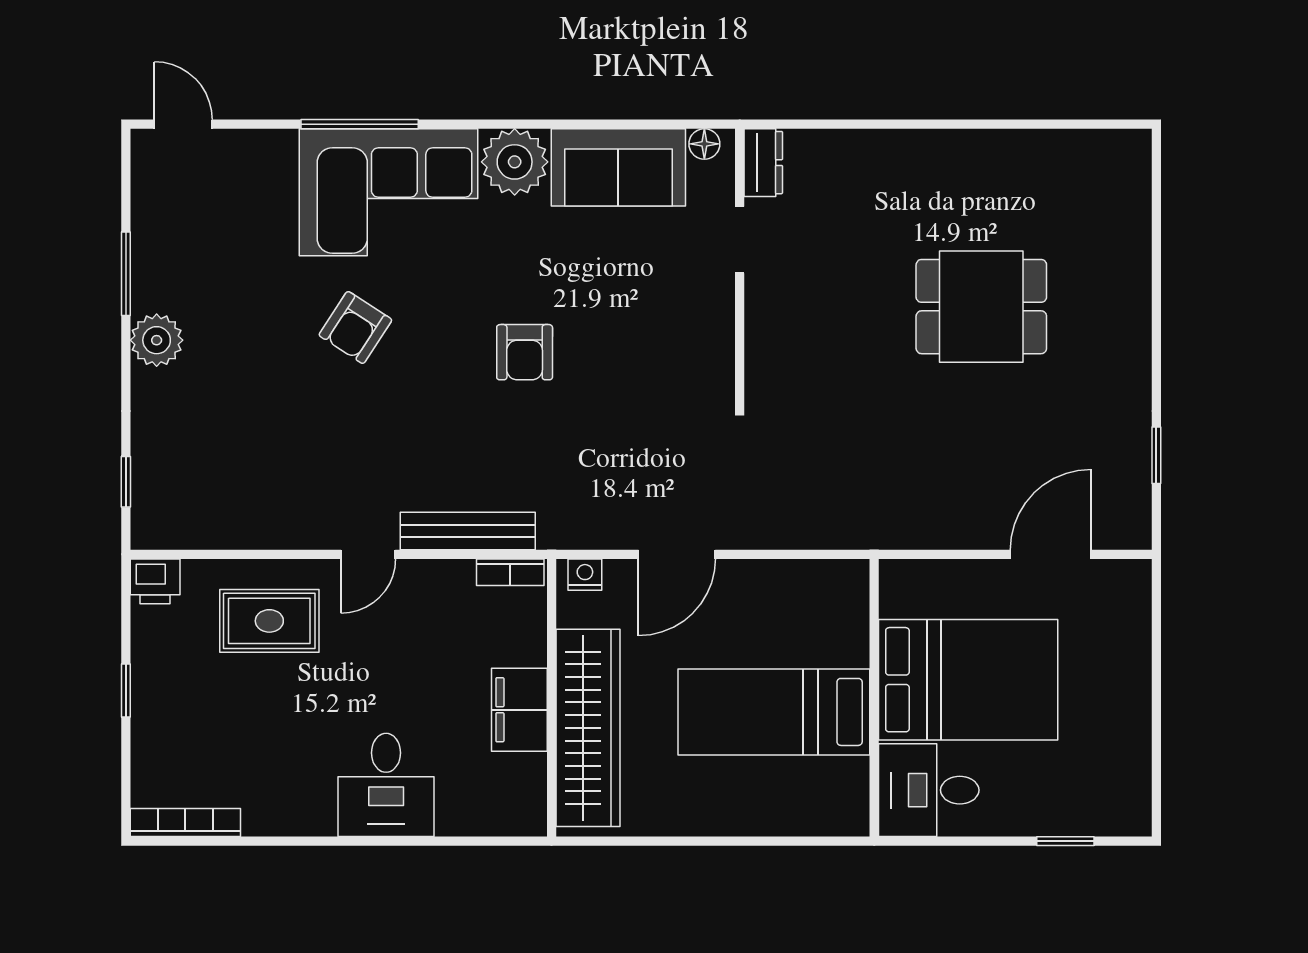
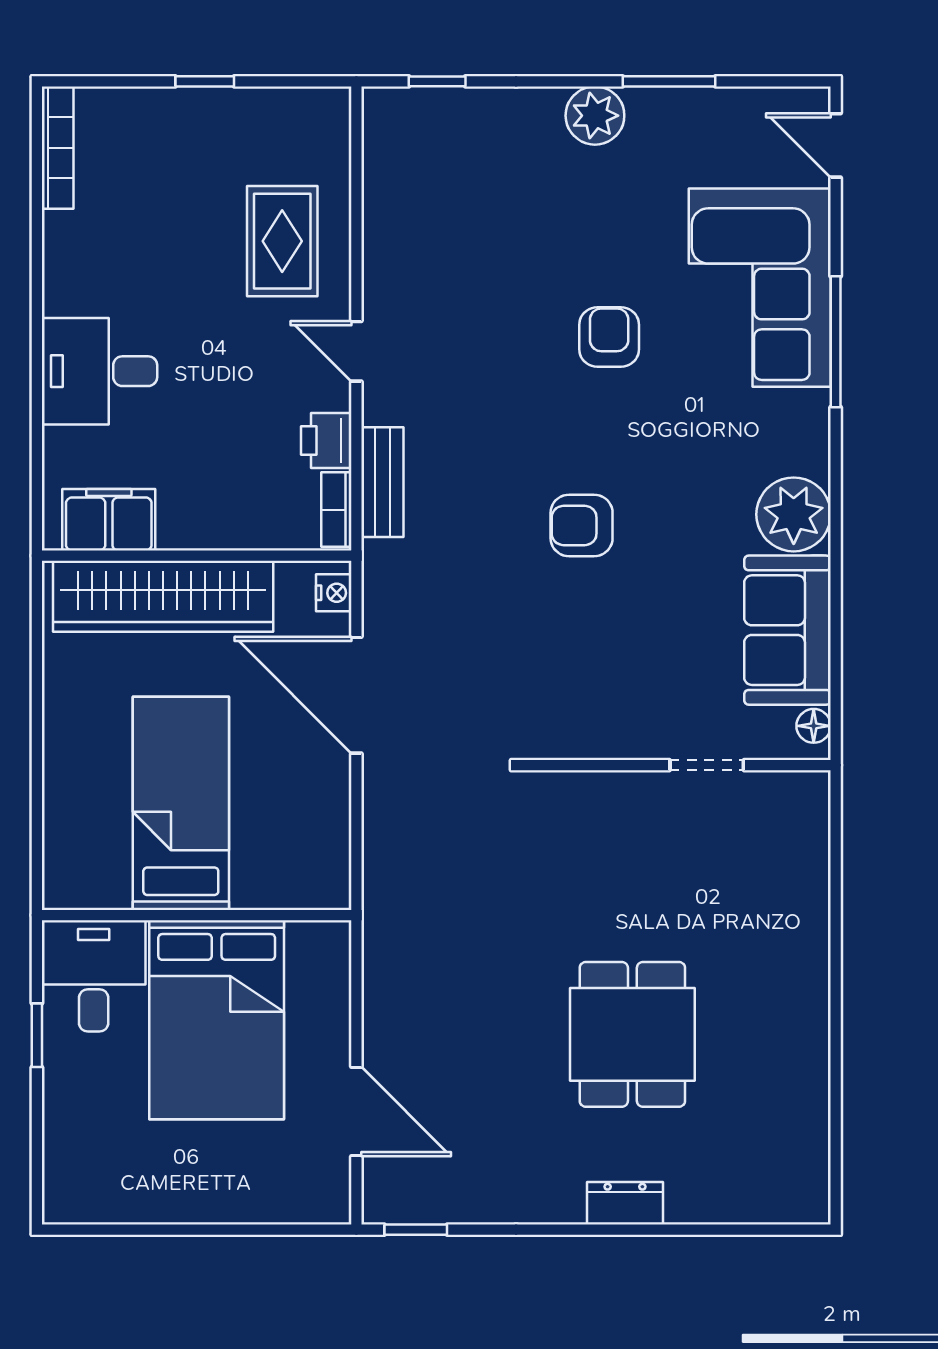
door: (183, 124) -> (836, 145), swing flipped
dresser: (763, 163) -> (625, 1203), moved, turned 180
corner sofa: (389, 192) -> (760, 288), moved
armchair: (355, 327) -> (609, 337), turned 57
window: (1156, 455) -> (416, 1230), moved
bench: (468, 531) -> (382, 482), width x0.73
door: (677, 554) -> (356, 695), width x1.36
printer: (155, 581) -> (326, 440), moved
filing cabinet: (519, 710) -> (109, 520), moved
window: (1065, 841) -> (37, 1035), moved

